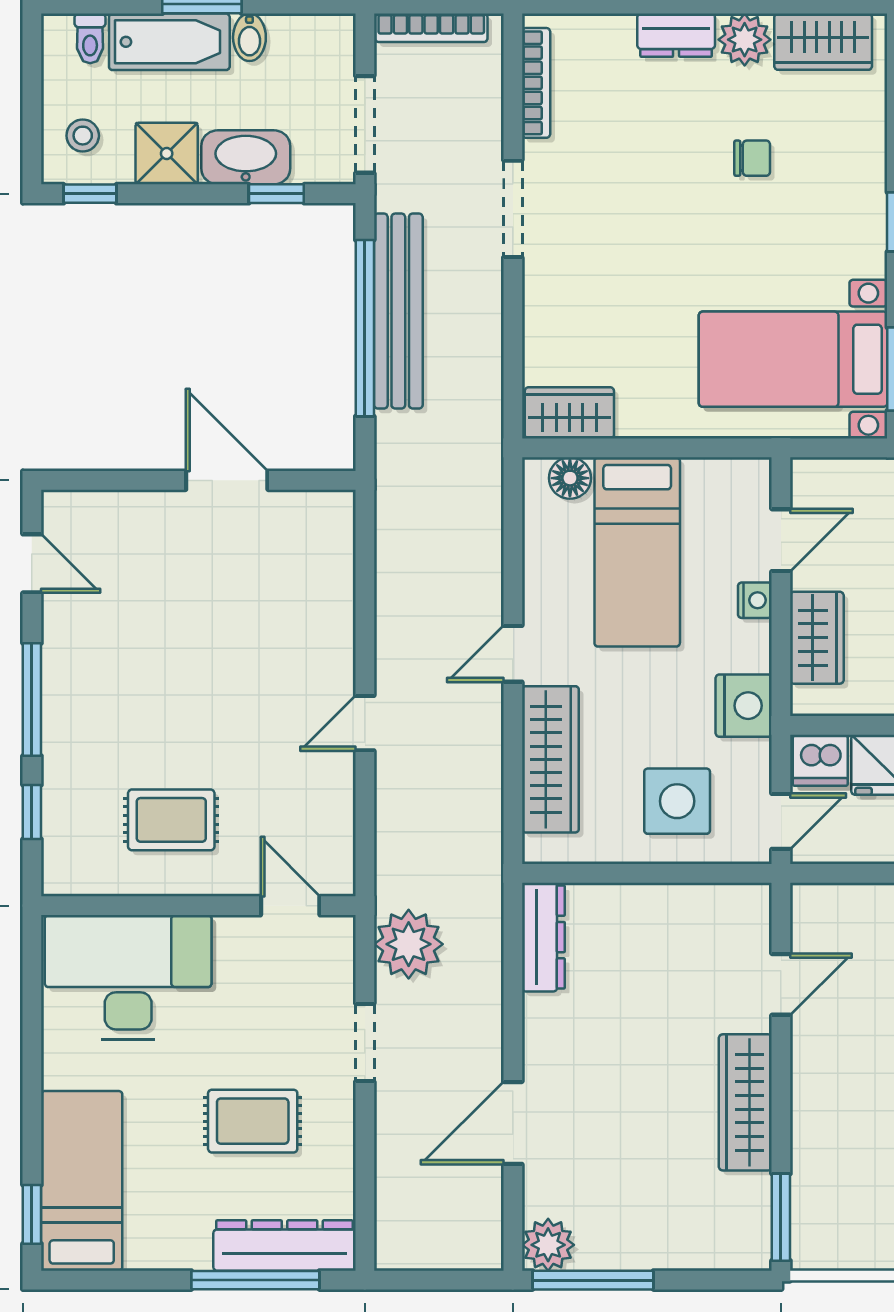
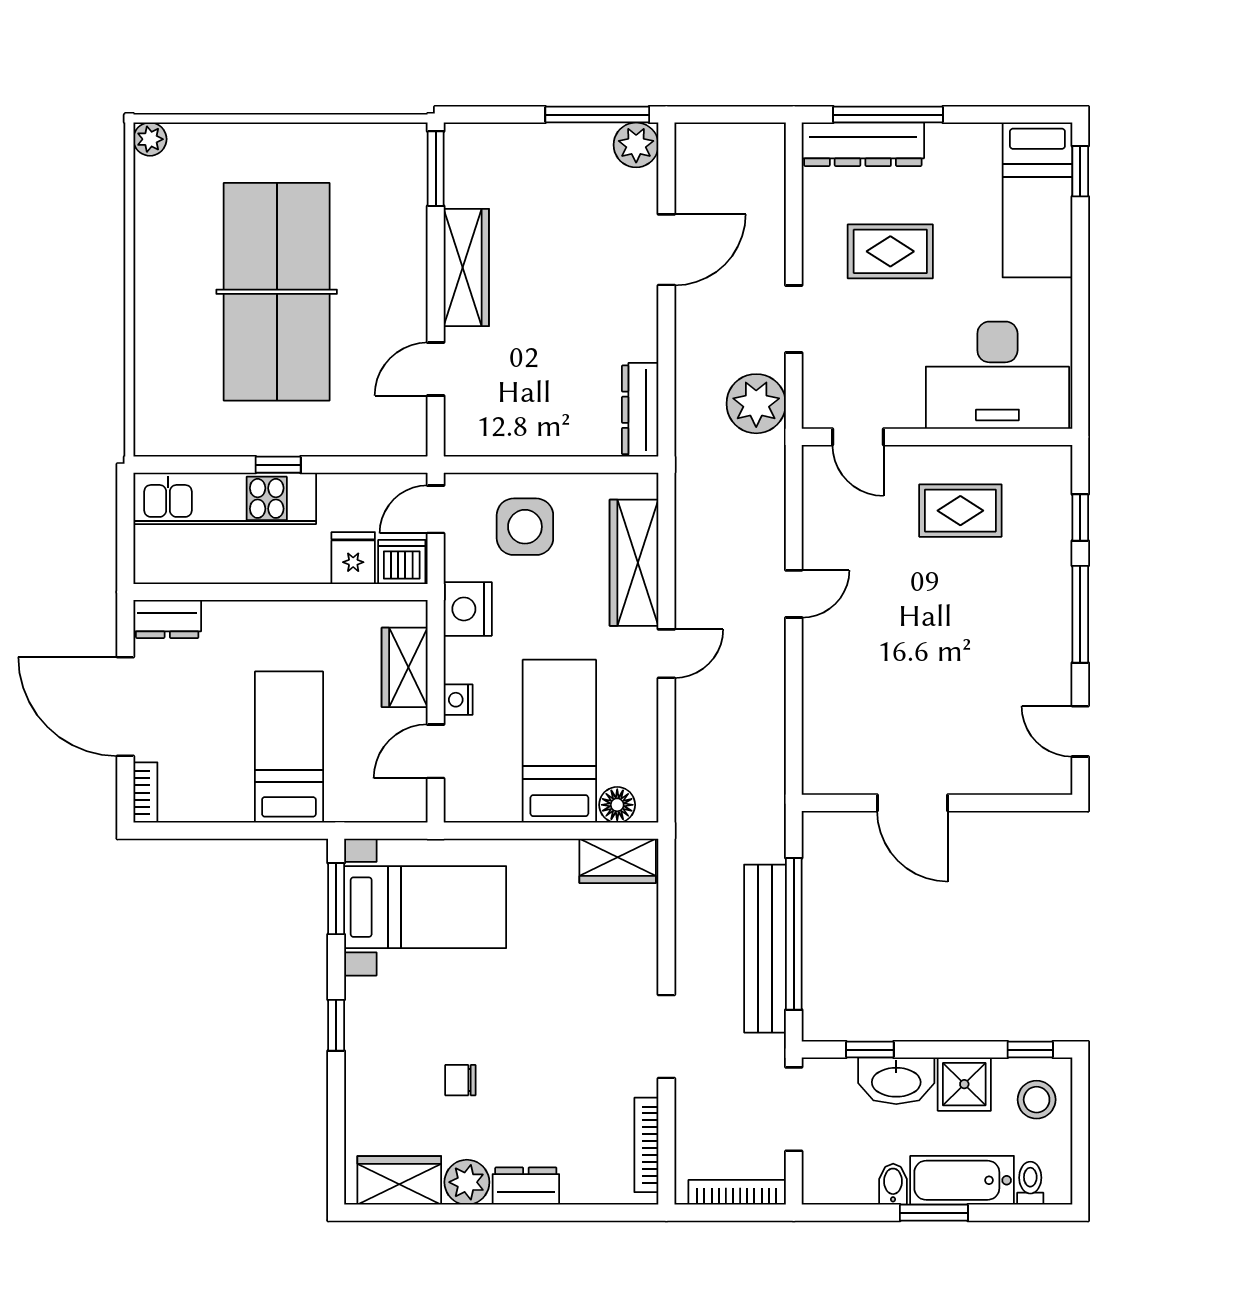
stool: (83, 136) -> (1037, 1100), width x1.37, depth x1.37

